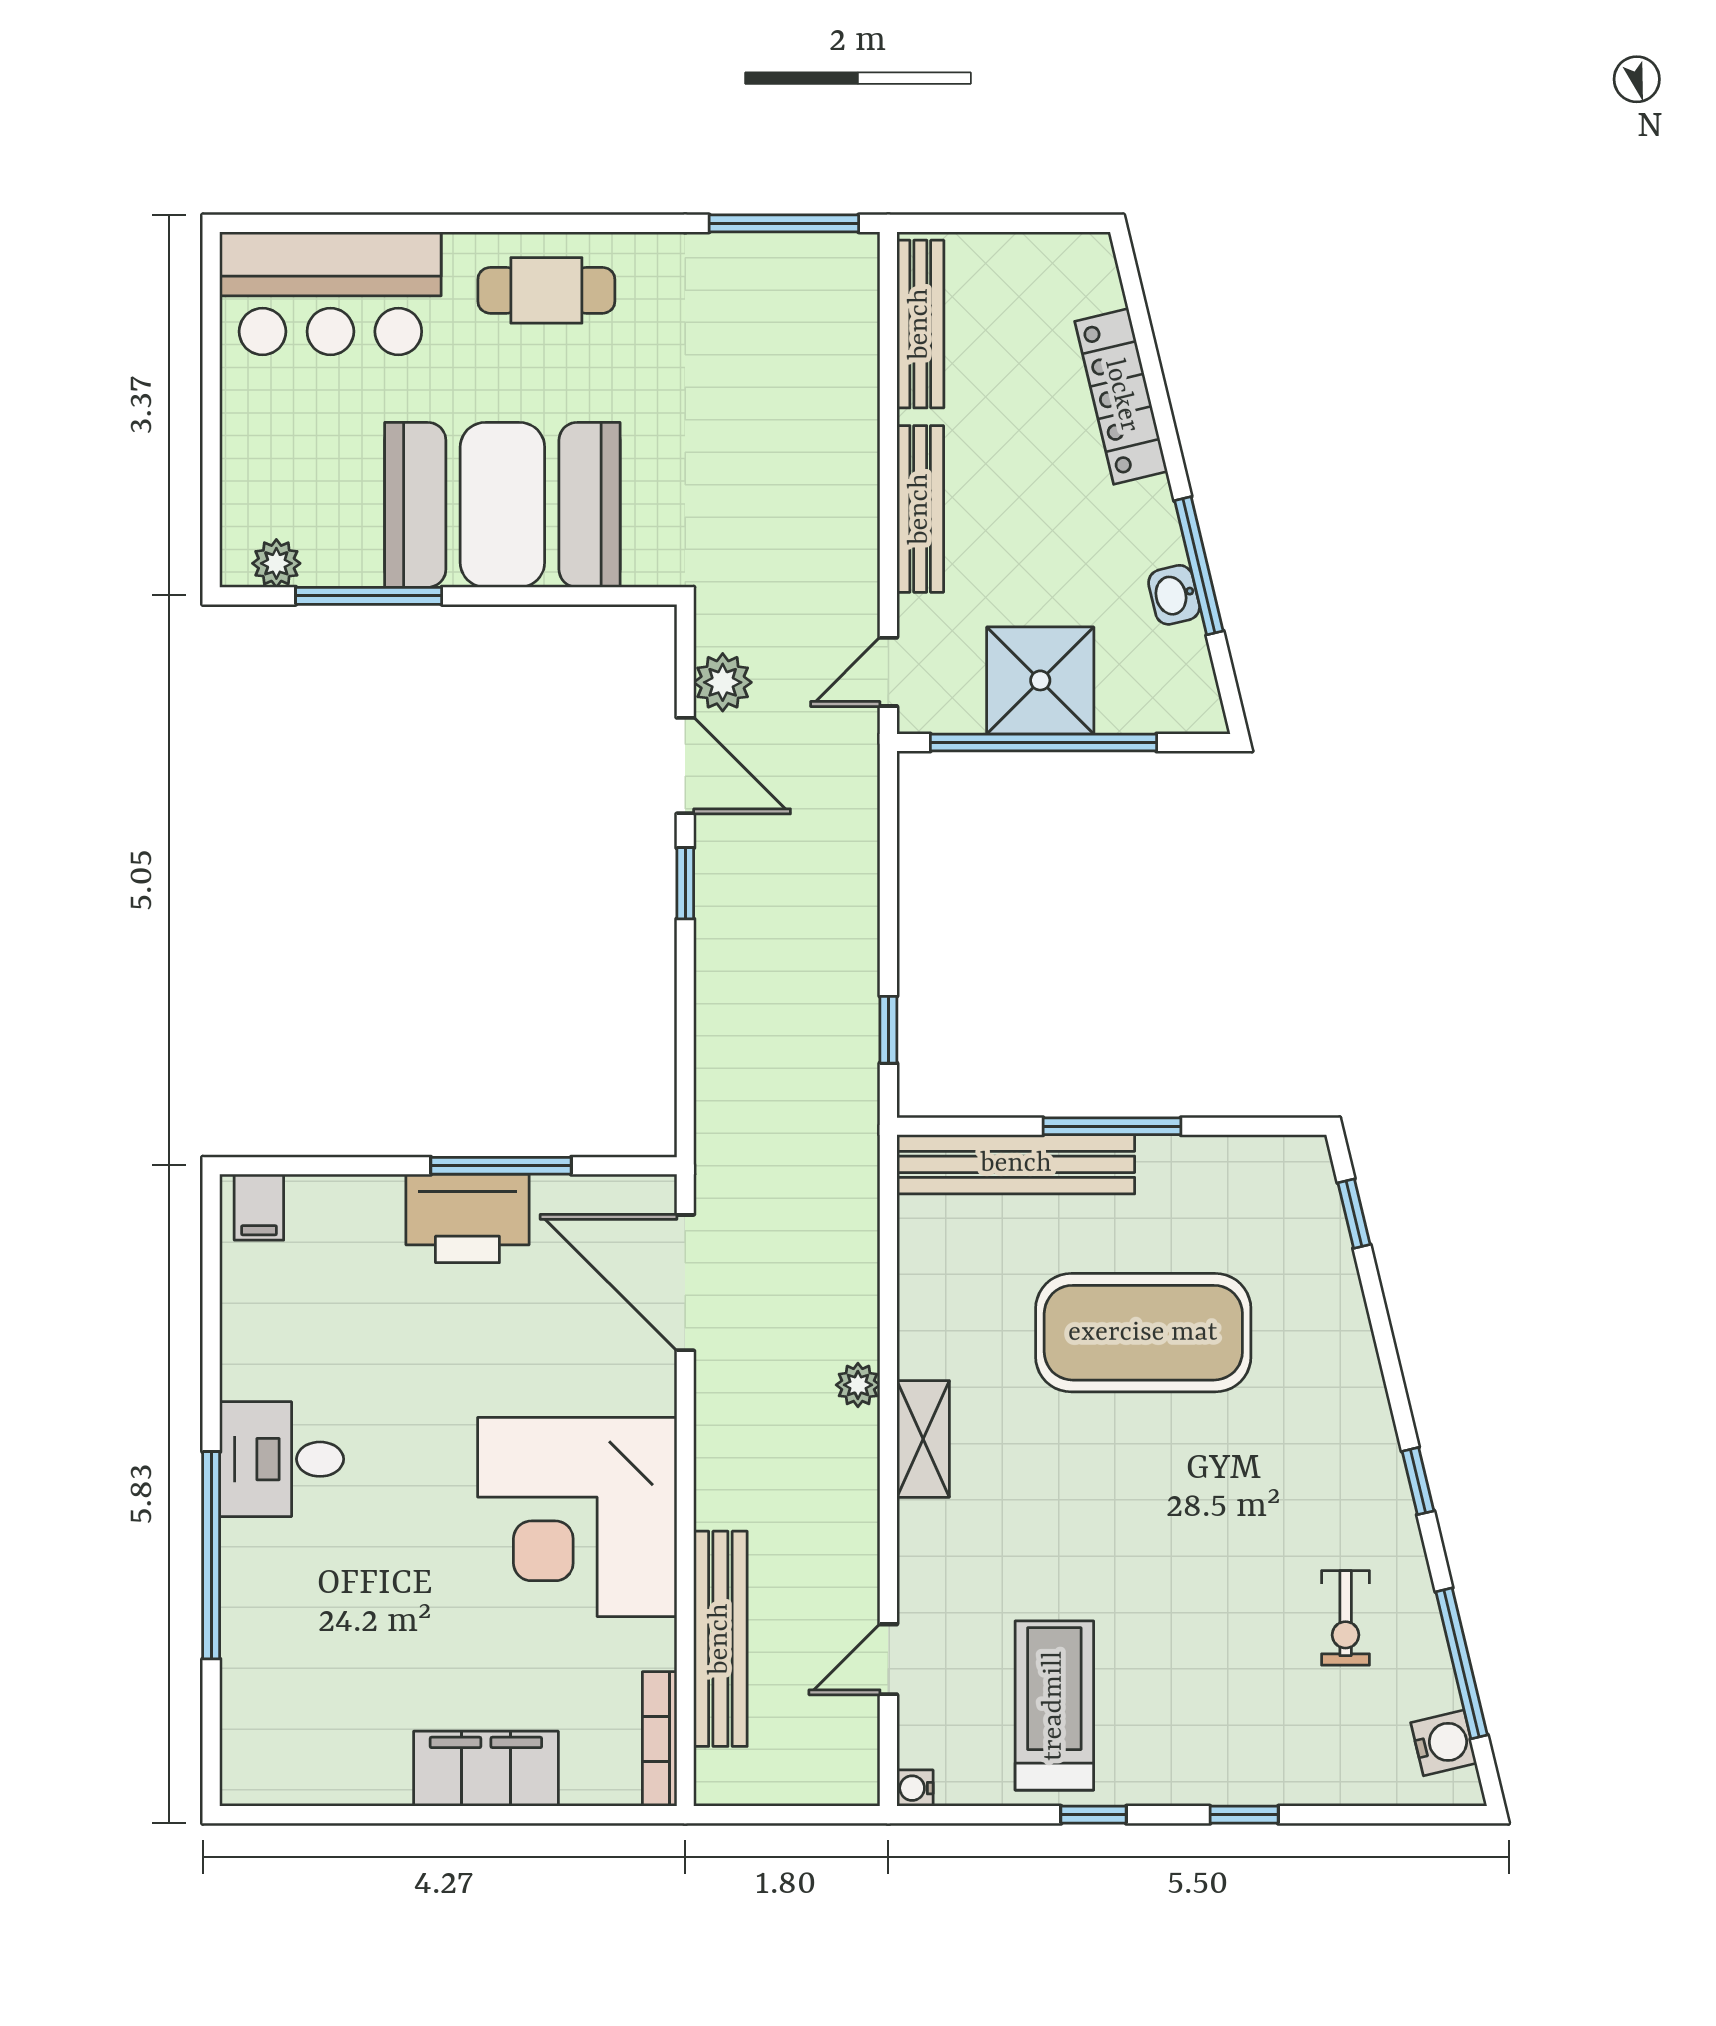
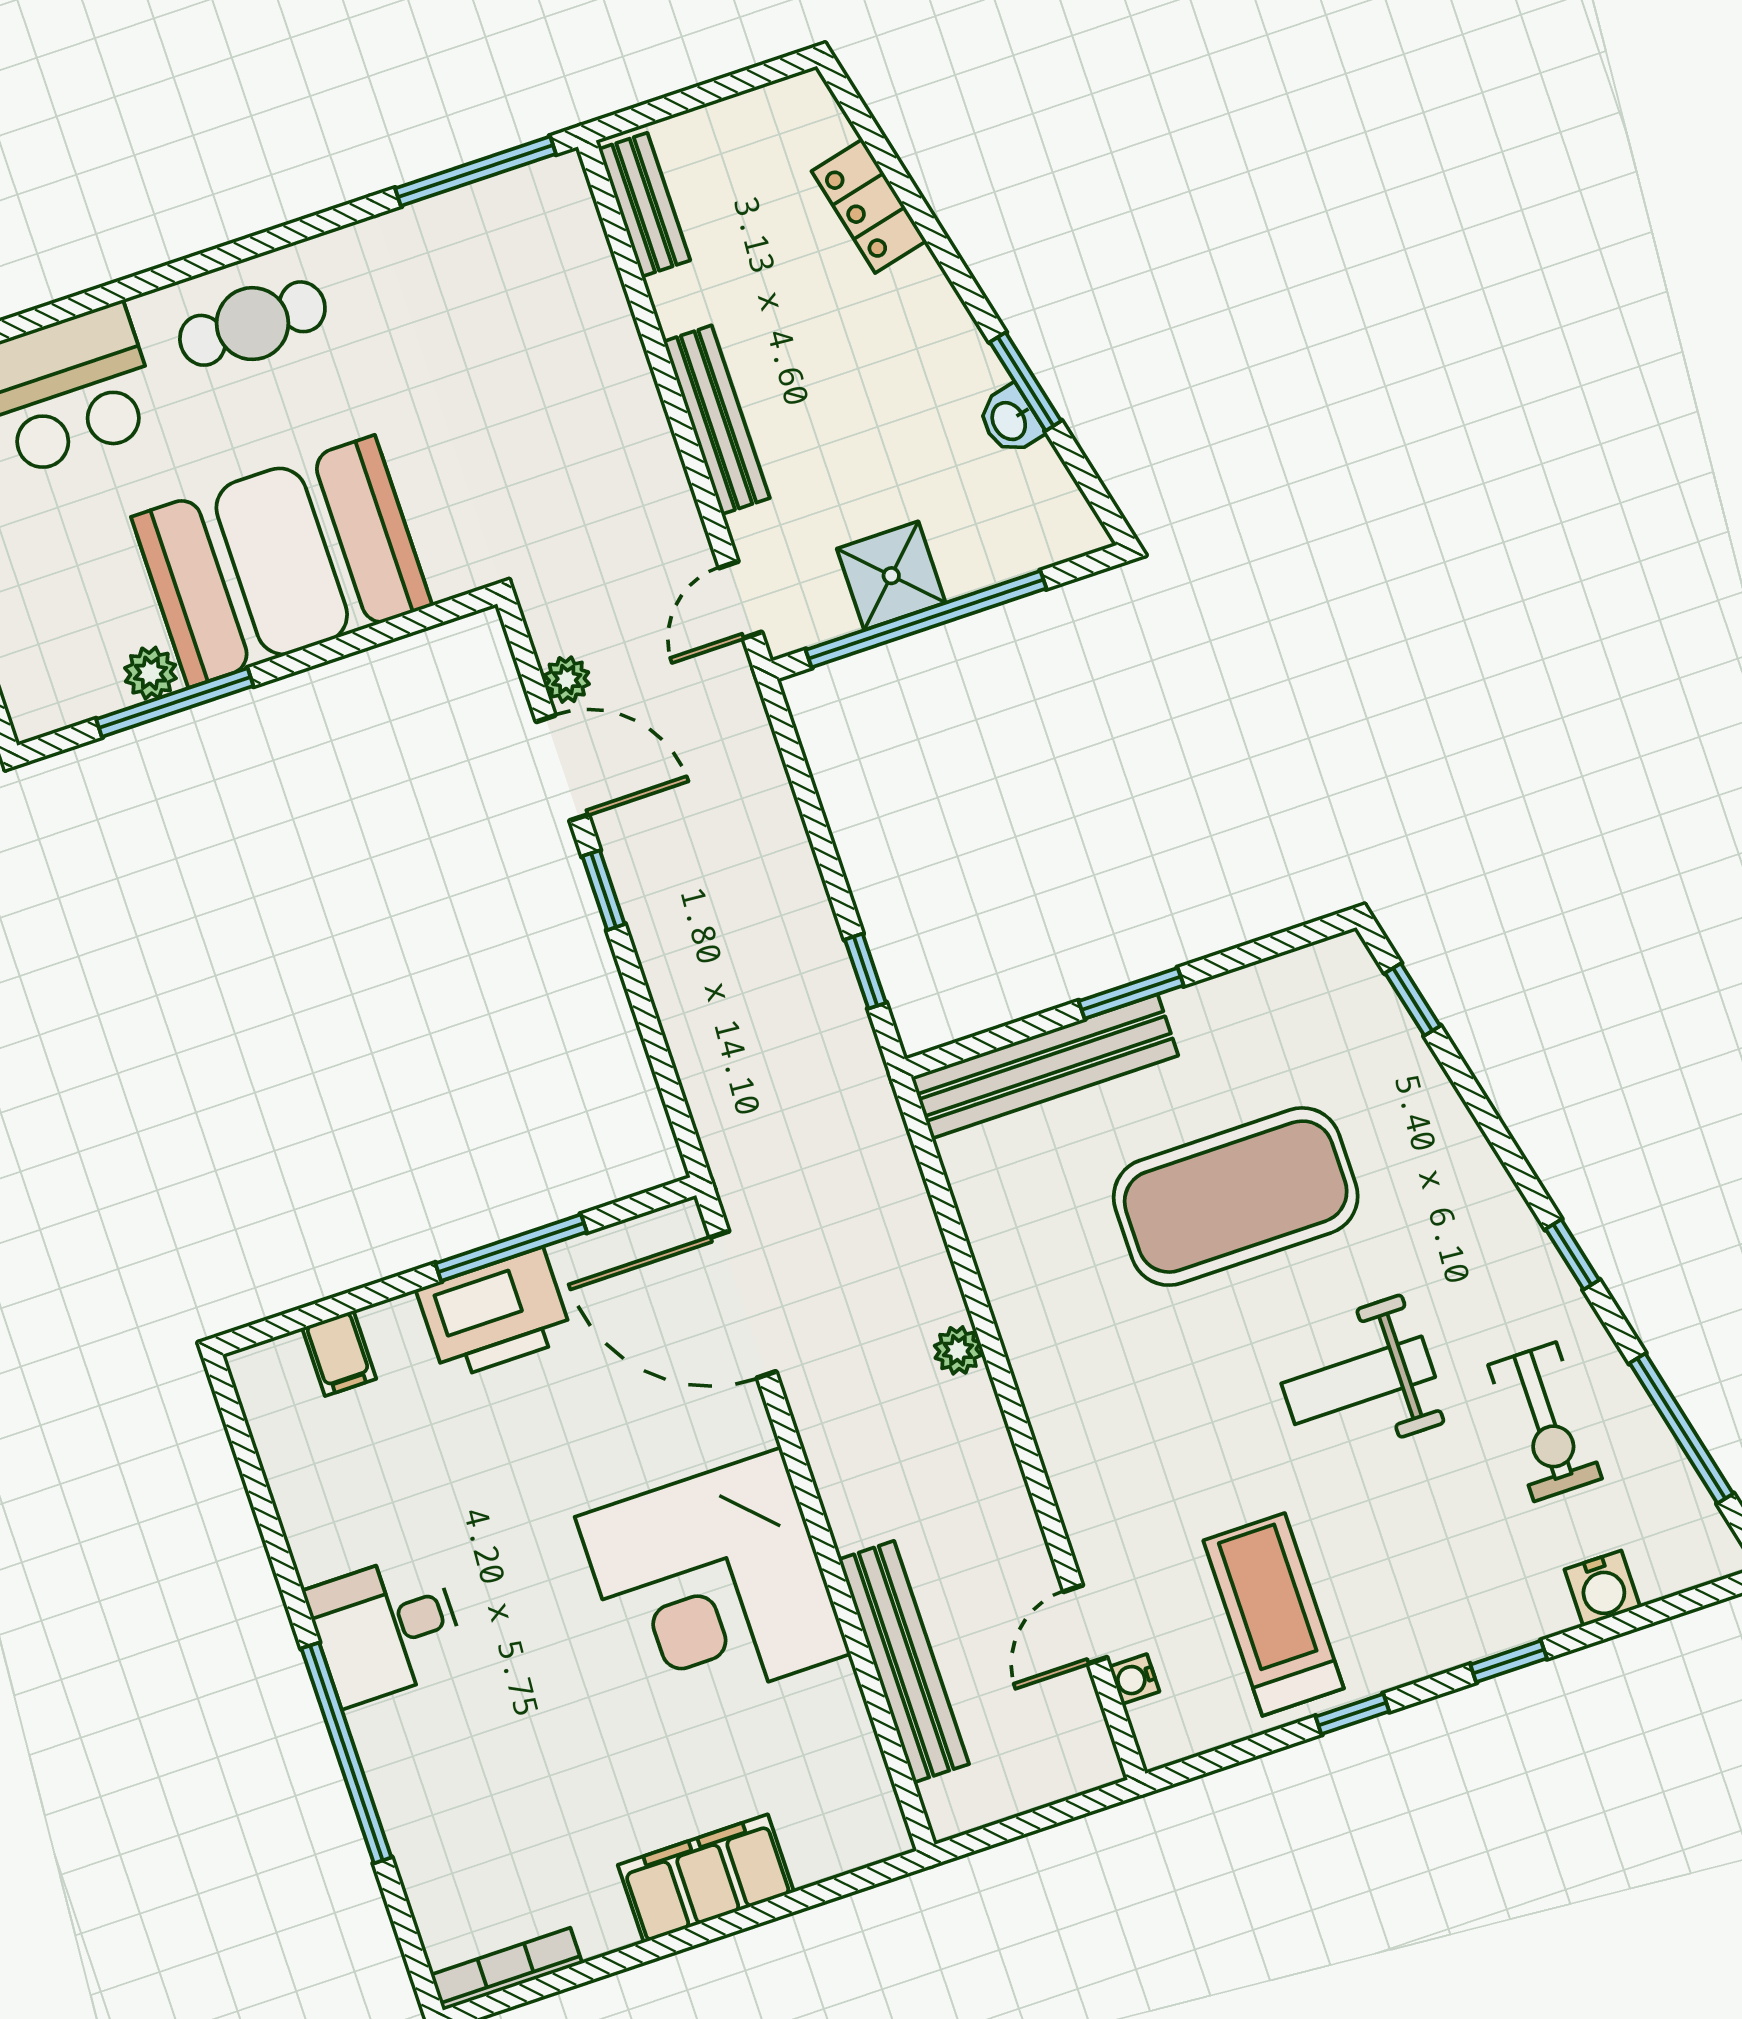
bench: (920, 324) -> (644, 205), width x0.73
locker: (1121, 396) -> (869, 206), width x0.66
plant: (276, 563) -> (150, 673), moved
window: (1199, 566) -> (1026, 382), width x0.69
shower: (1040, 680) -> (891, 576), width x0.73, depth x0.73
plant: (723, 682) -> (567, 680), width x0.73, depth x0.73
window: (1112, 1126) -> (1131, 993), width x0.69
filing cabinet: (259, 1207) -> (339, 1353), moved
shelving: (923, 1439) -> (1044, 1384), removed
weight bench: (1196, 1528) -> (1358, 1380), added
exercise bike: (1346, 1618) -> (1545, 1422), width x1.38, depth x1.39
bookcase: (660, 1739) -> (507, 1969), moved, turned 90
water cooler: (1444, 1743) -> (1602, 1588), moved, turned 103
water cooler: (915, 1788) -> (1134, 1679), moved

